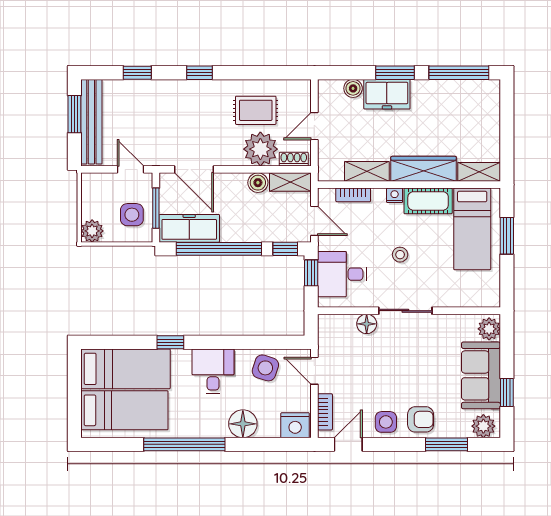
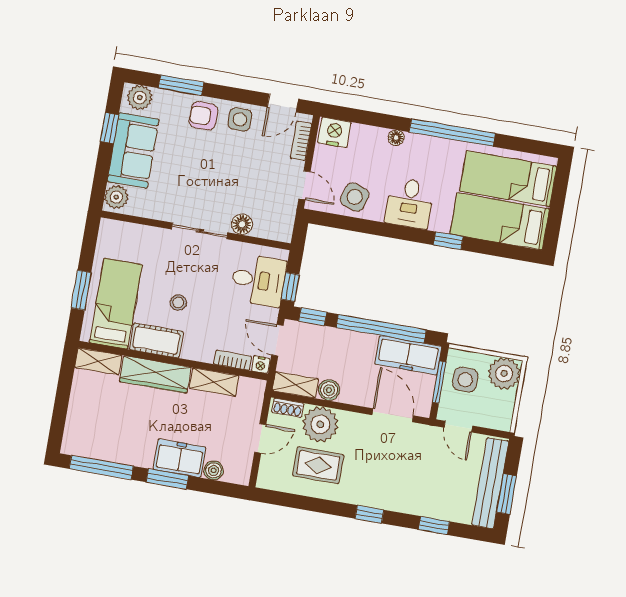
nightstand: (395, 195) -> (261, 365), moved
plant: (92, 231) -> (504, 373), width x1.36, depth x1.36
stool: (400, 255) -> (178, 303), moved
floor lamp: (243, 424) -> (396, 138), width x0.53, depth x0.53

